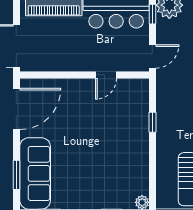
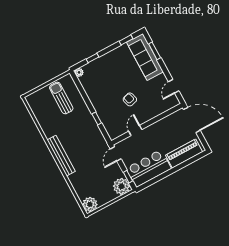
door: (16, 109) -> (174, 86), width x0.53
armchair: (90, 124) -> (130, 99), added

